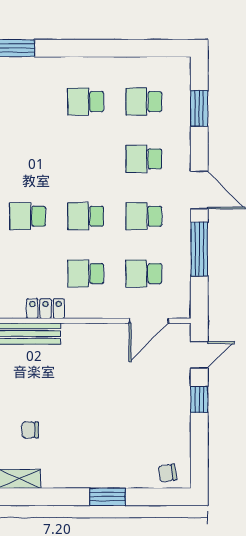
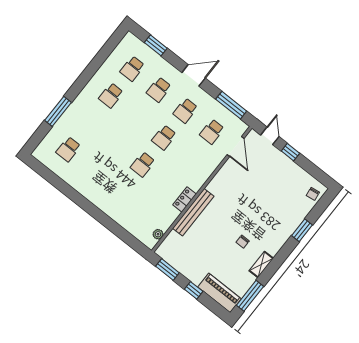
window: (199, 249) -> (231, 105), moved
school desk: (86, 274) -> (191, 159), removed
locker: (46, 309) -> (185, 199), moved

